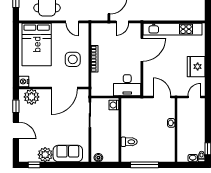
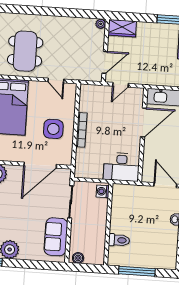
sofa: (68, 153) -> (56, 237), moved, turned -90

